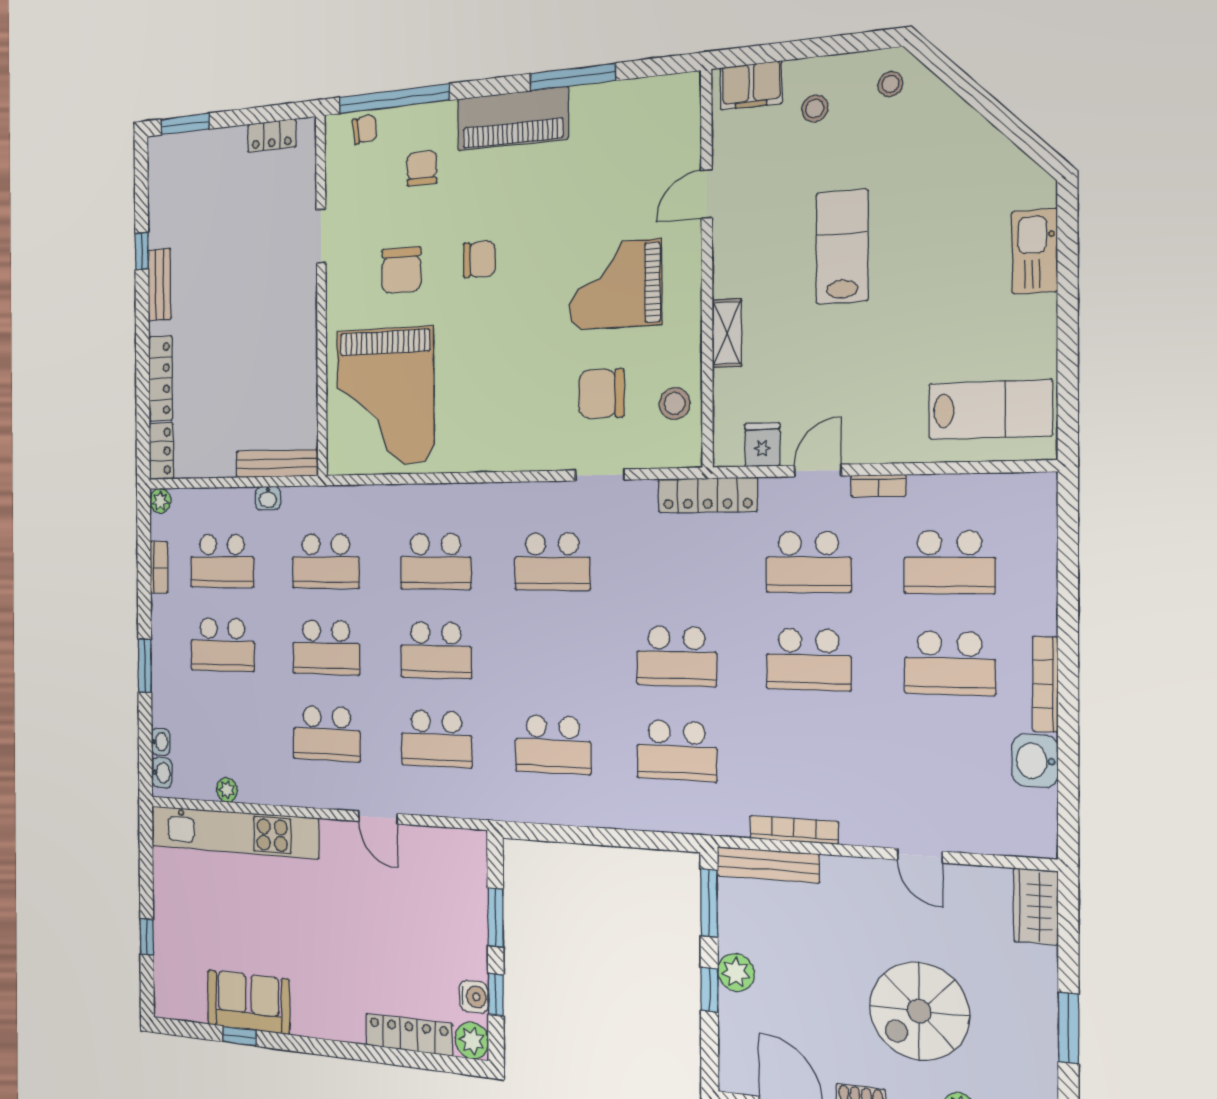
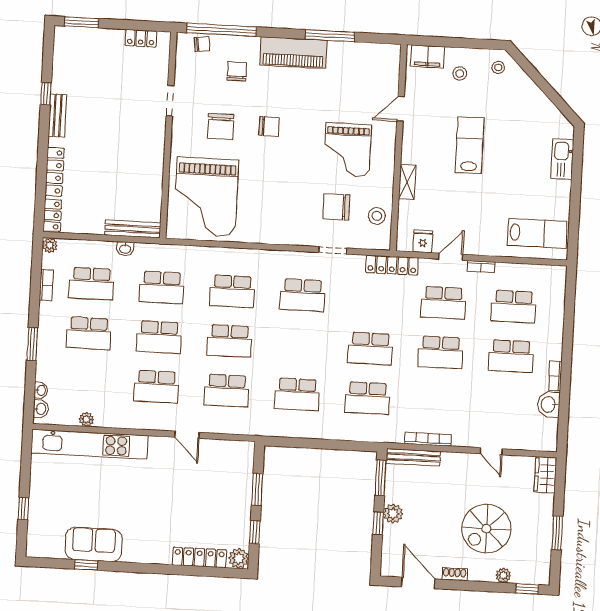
grand piano: (615, 285) -> (347, 150), turned -90
bookcase: (1045, 684) -> (555, 376), width x0.64
water cooler: (474, 997) -> (241, 534), removed

